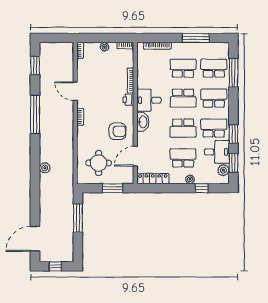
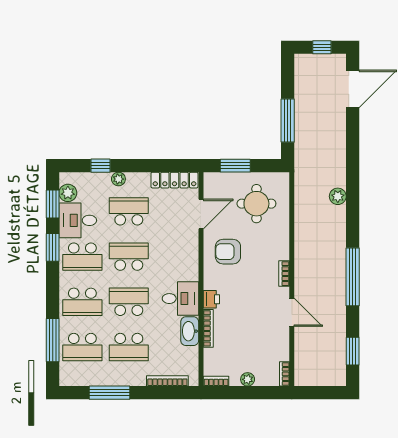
washbasin: (143, 122) -> (190, 331), moved
school desk: (183, 158) -> (129, 211), turned 180

